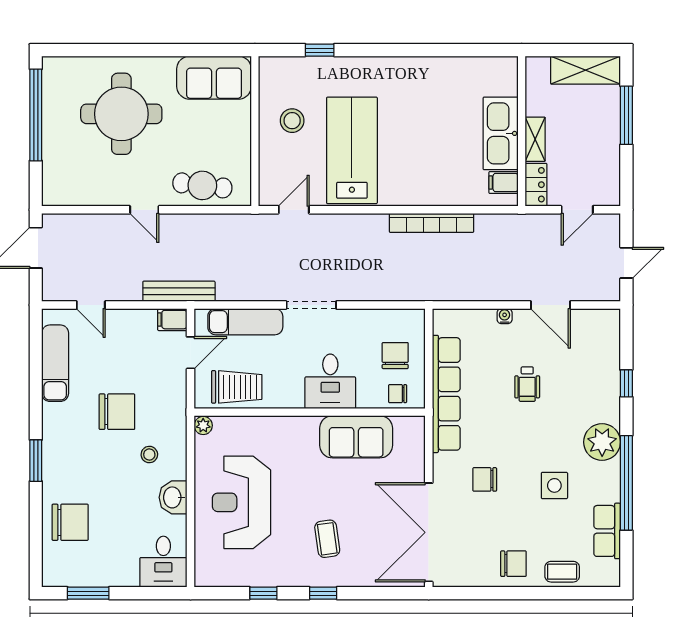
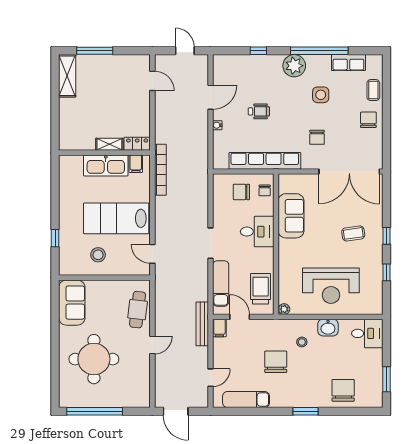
wall: (522, 131) -> (104, 153), moved
kitchen sink: (501, 133) -> (106, 165), moved
shelving: (535, 139) -> (109, 144), moved
filing cabinet: (503, 182) -> (136, 164), moved
locker: (536, 185) -> (137, 144), moved

